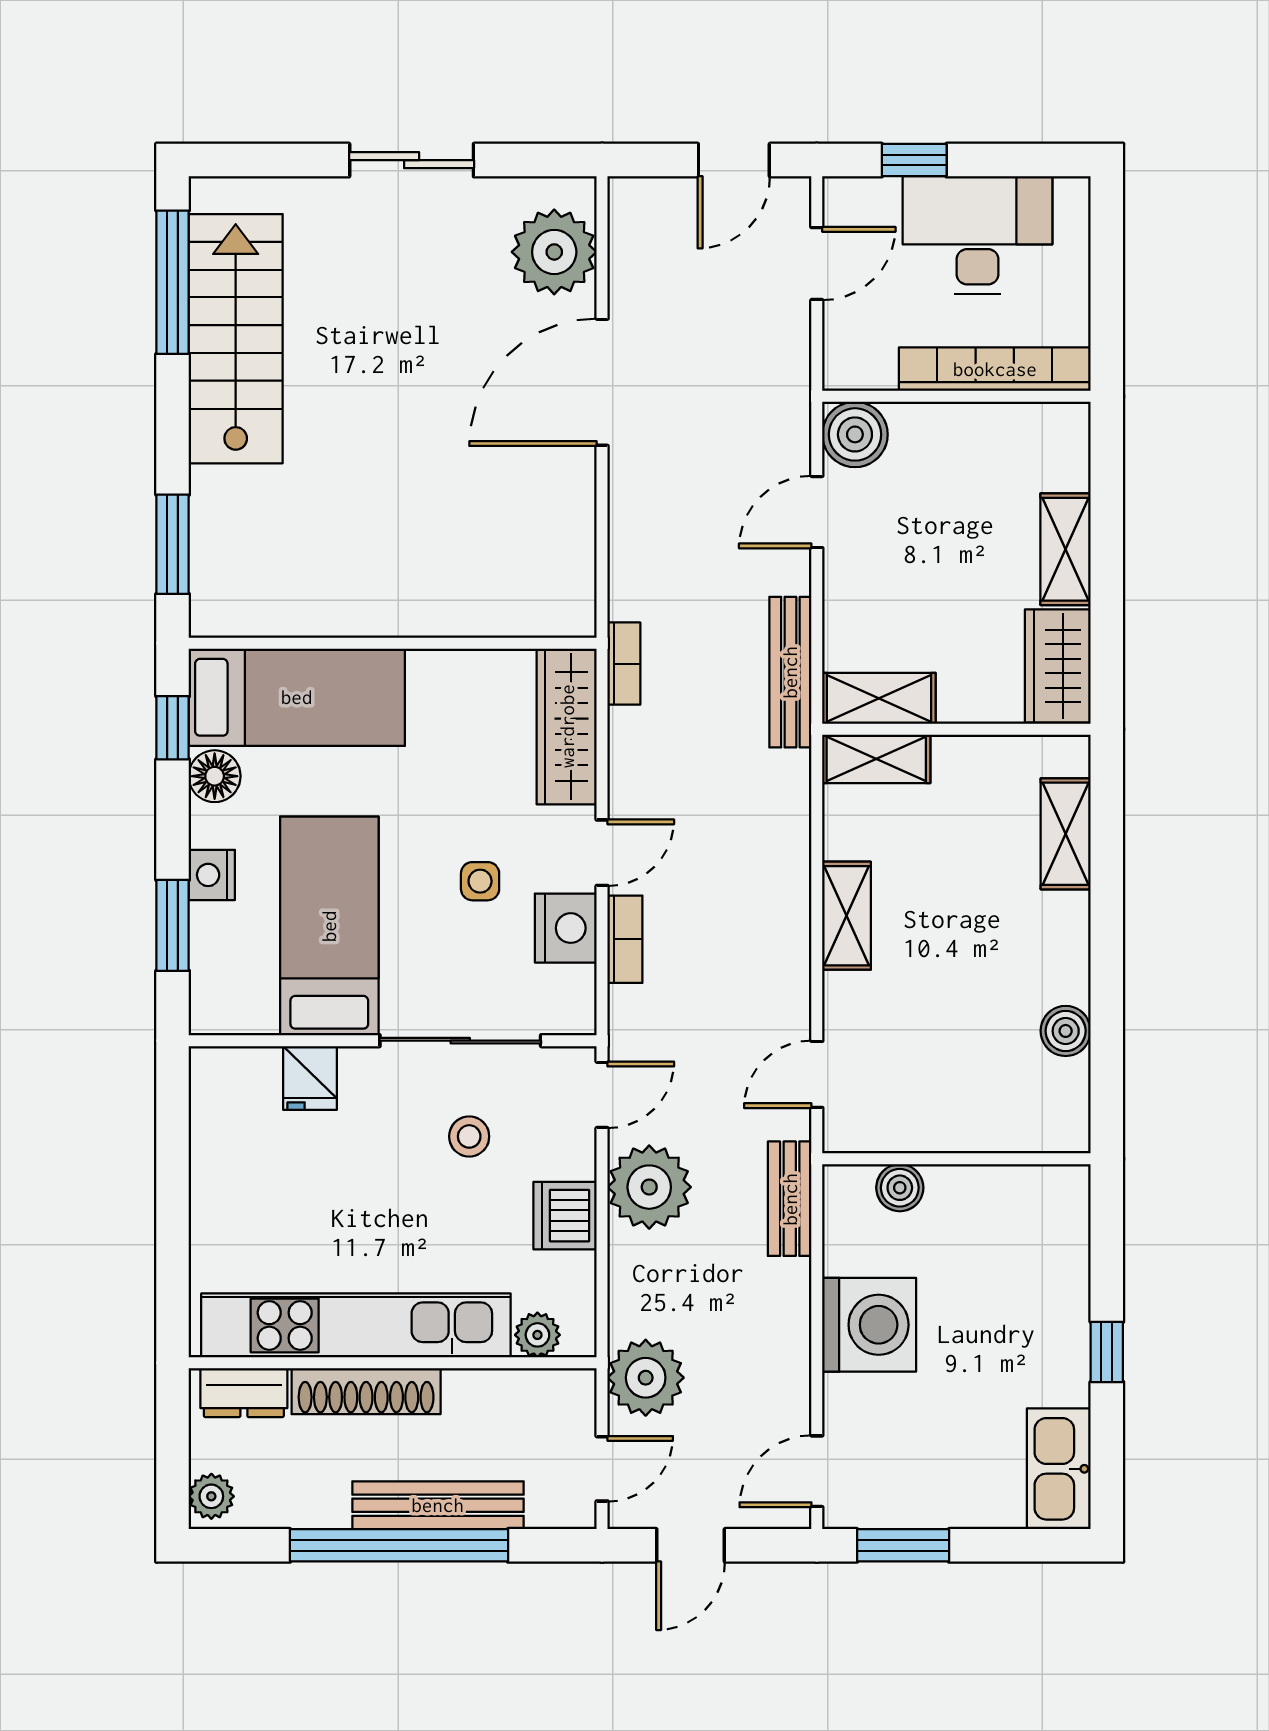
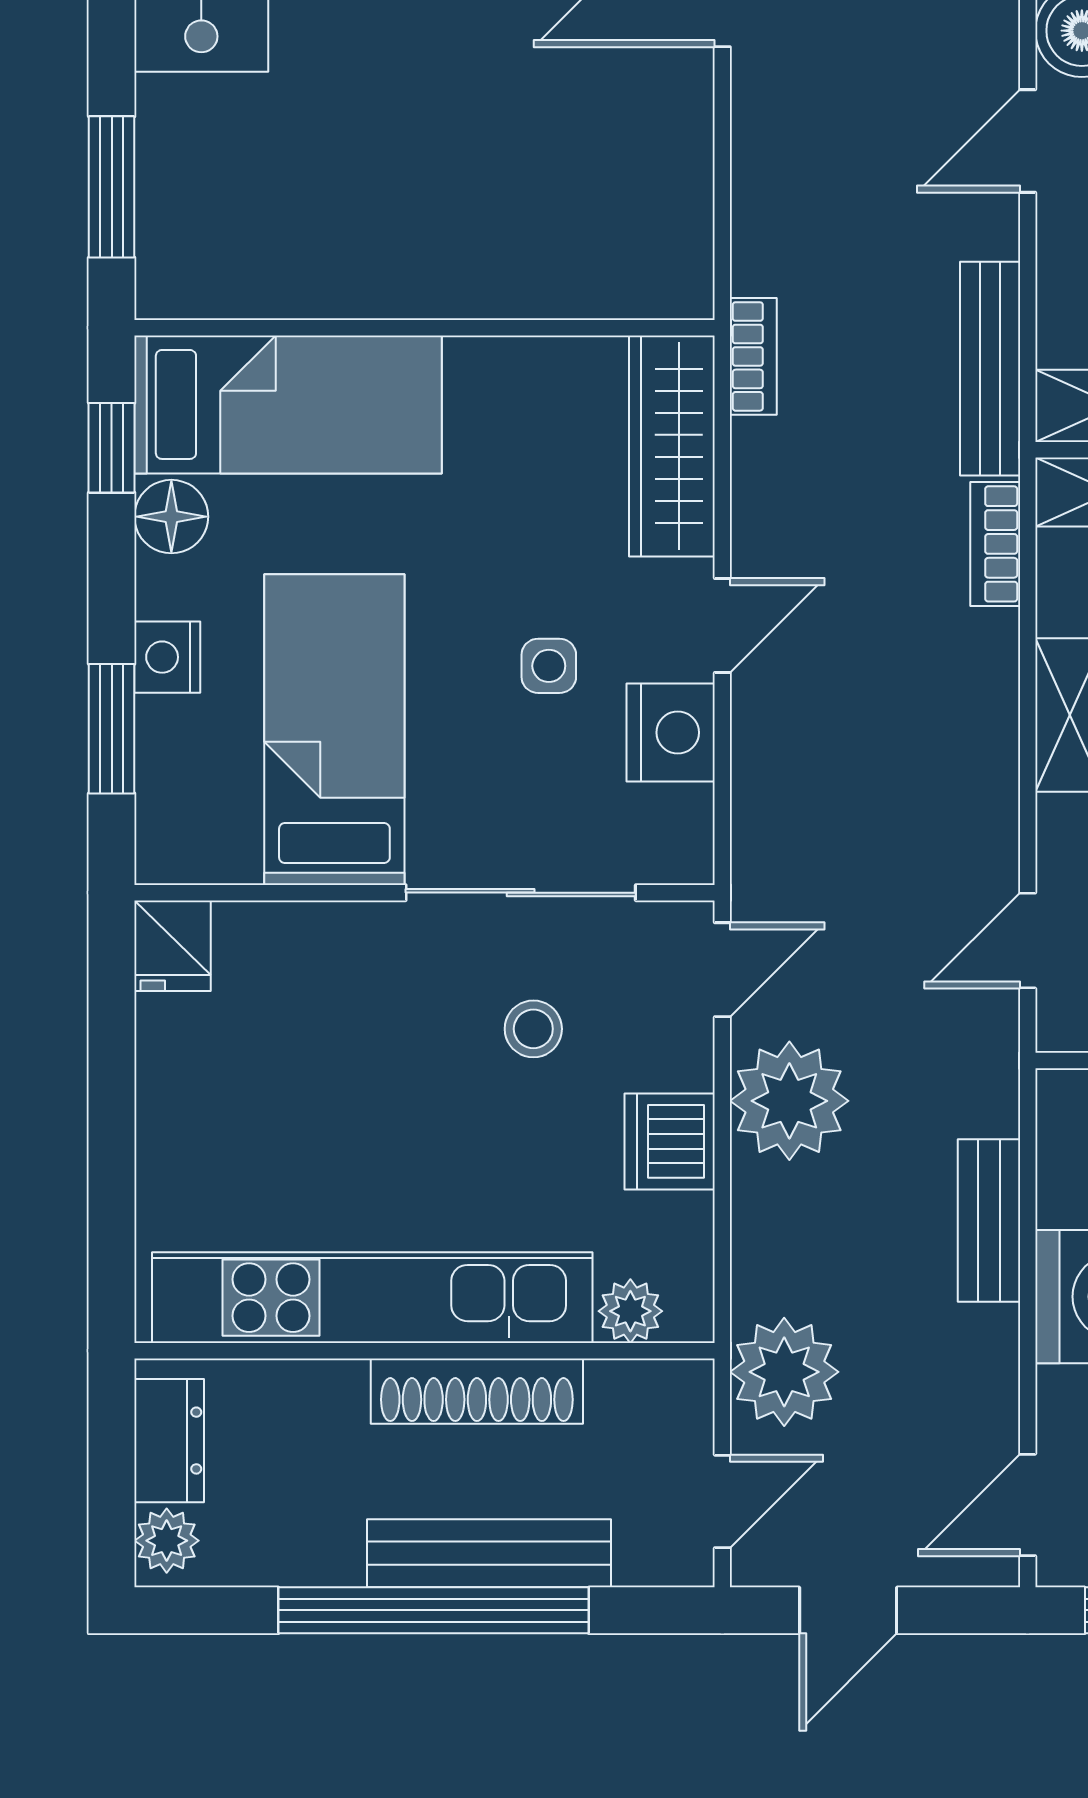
bookcase: (625, 939) -> (995, 544), moved, turned 180
fridge: (310, 1078) -> (173, 946), moved
bench: (790, 1199) -> (989, 1220), moved
shoe rack: (366, 1391) -> (477, 1391), moved
dresser: (244, 1393) -> (169, 1441), moved, turned -90

